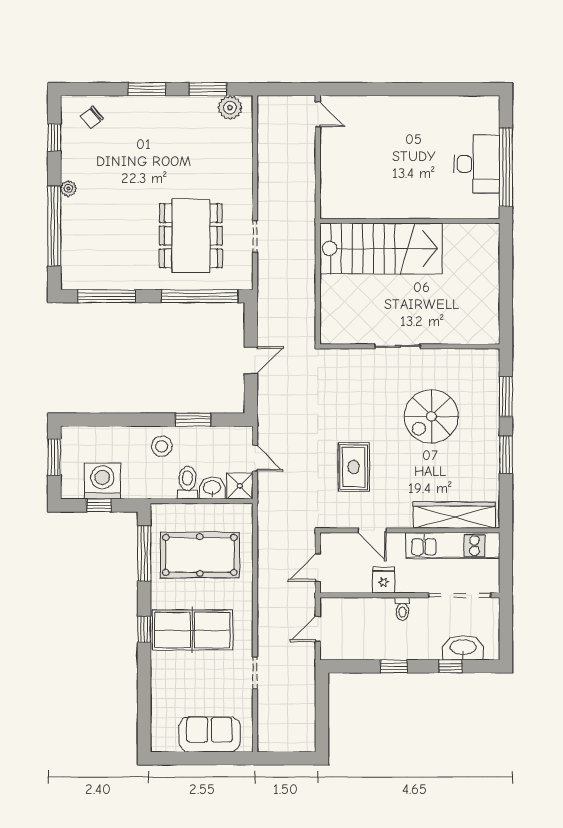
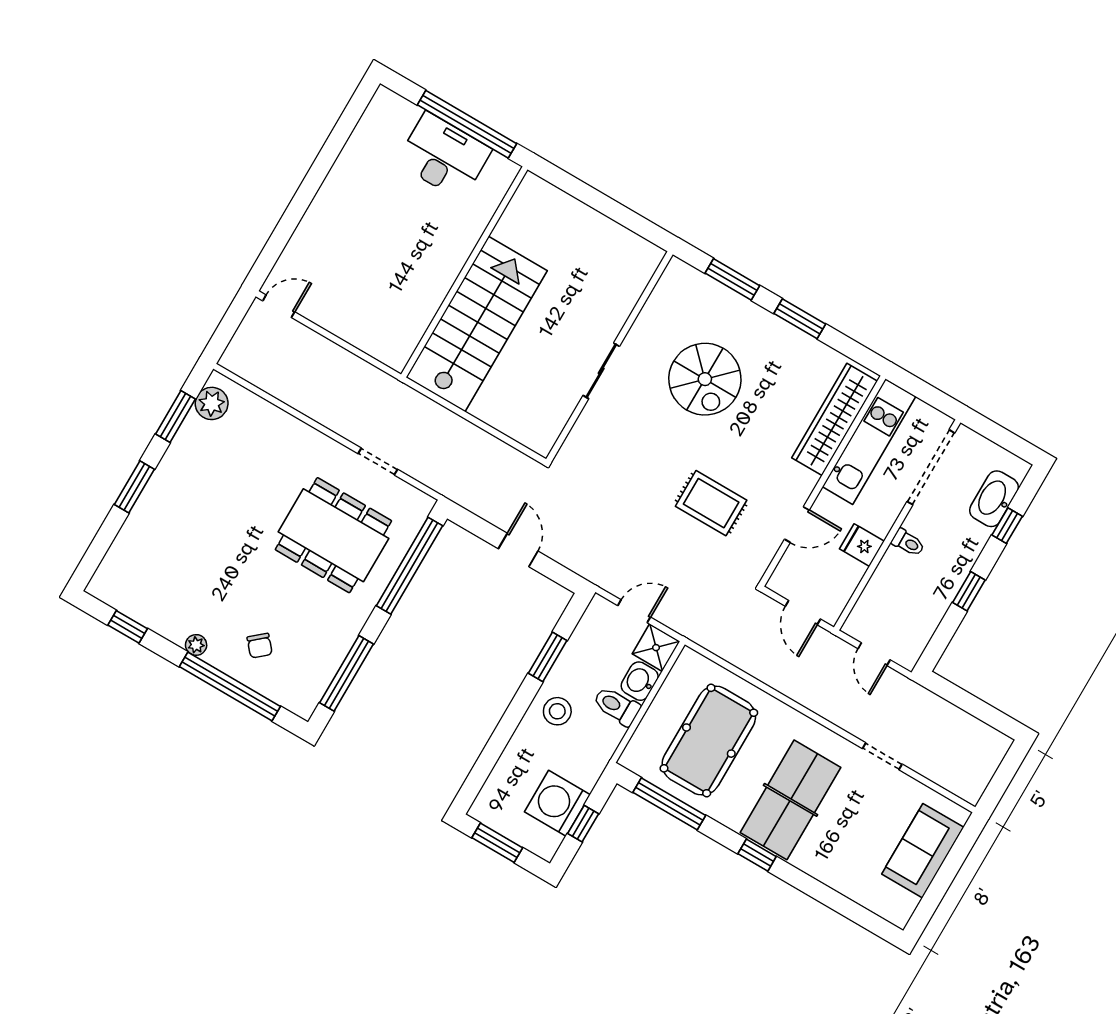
chair: (92, 117) -> (260, 646), moved

